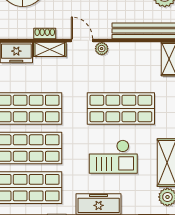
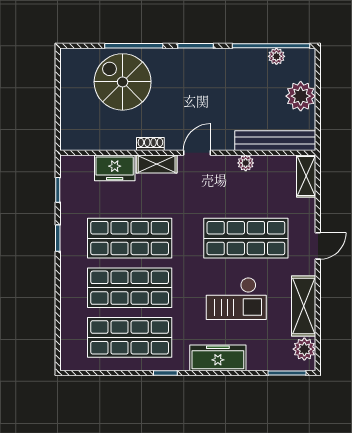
door: (82, 40) -> (197, 153), hinge flipped
plant: (102, 49) -> (246, 163), moved

